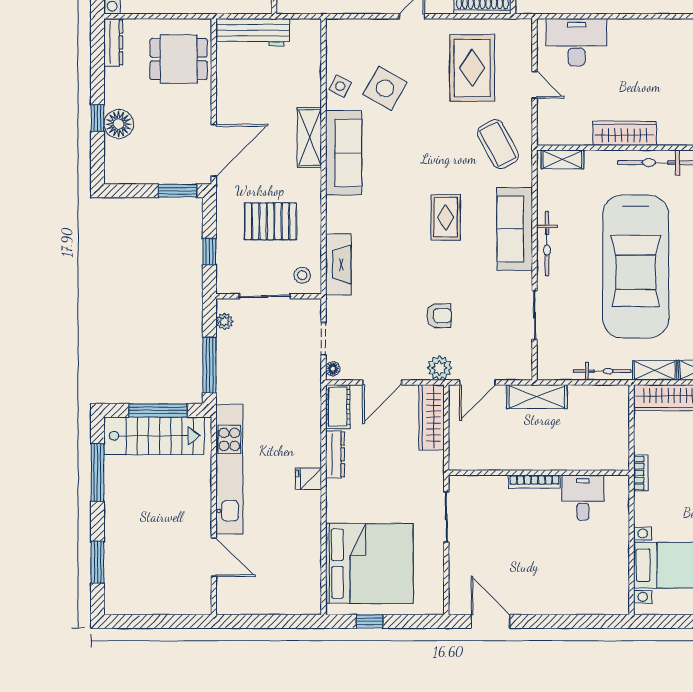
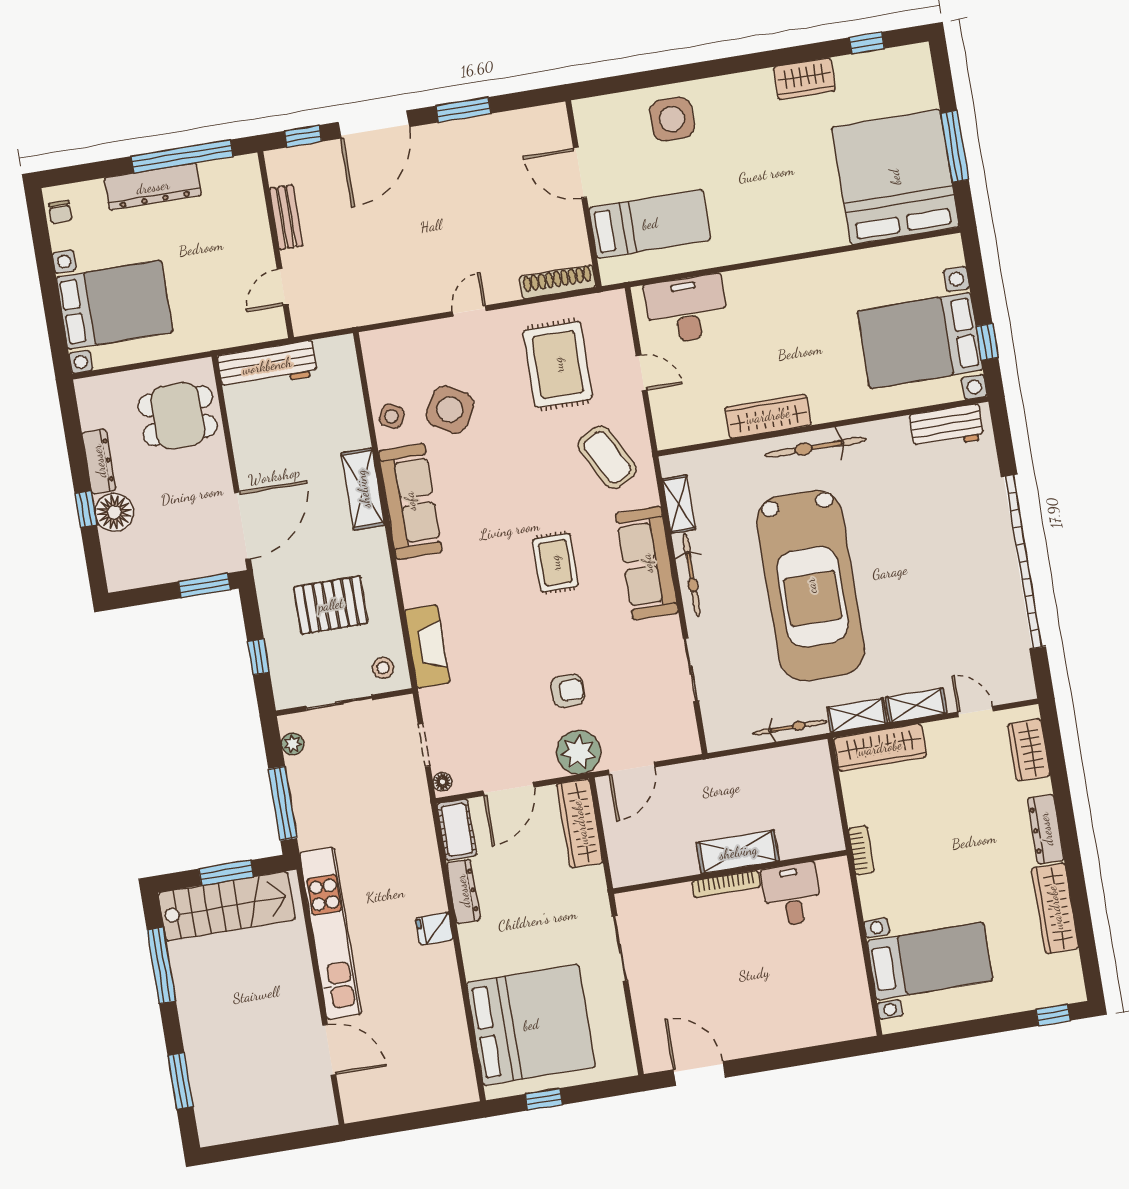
dresser: (113, 42) -> (99, 461), moved
shelving: (562, 159) -> (679, 504), moved, turned 90
plant: (440, 368) -> (579, 752), width x1.36, depth x1.36
shelving: (537, 397) -> (738, 852), moved
window: (158, 410) -> (226, 873), width x0.69

